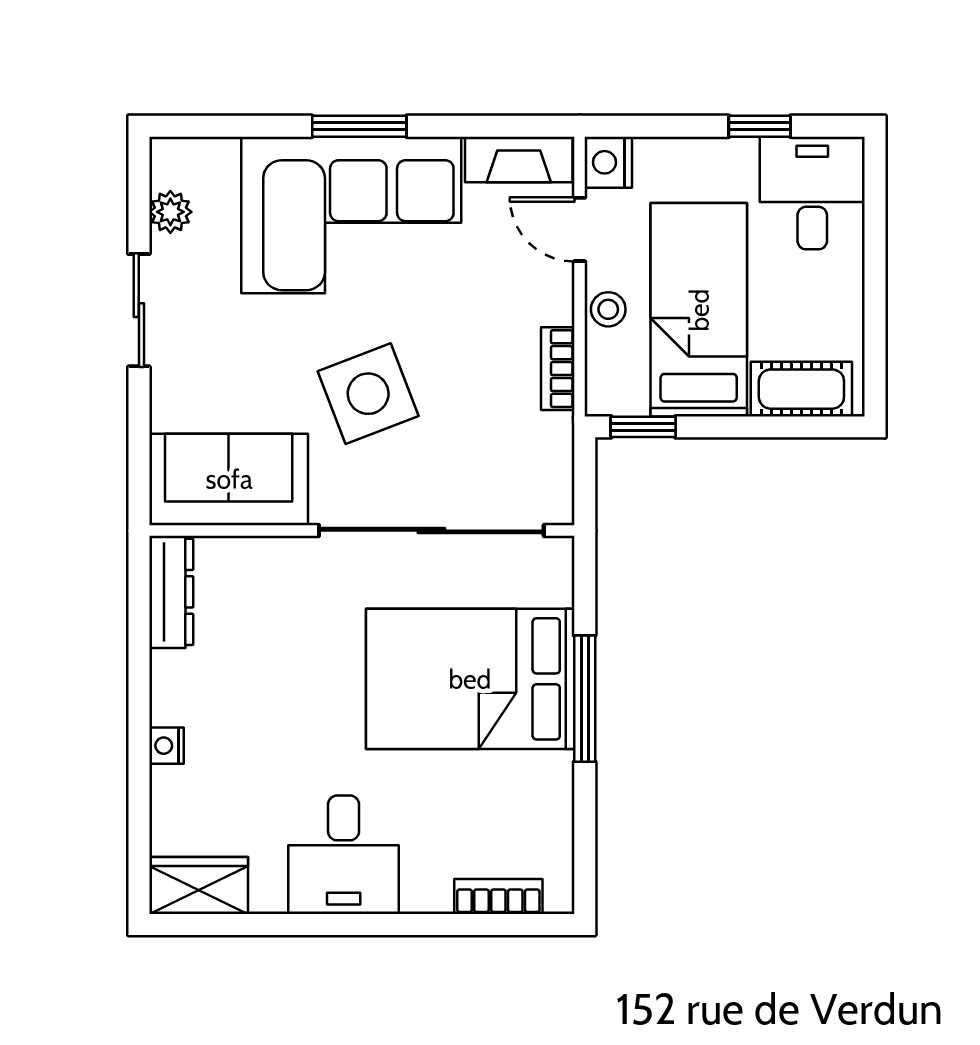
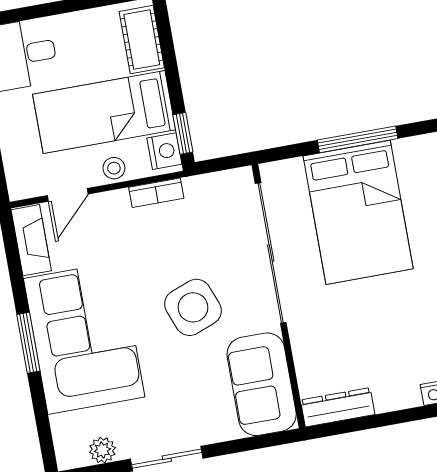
nightstand: (608, 162) -> (164, 151), moved, turned -90

